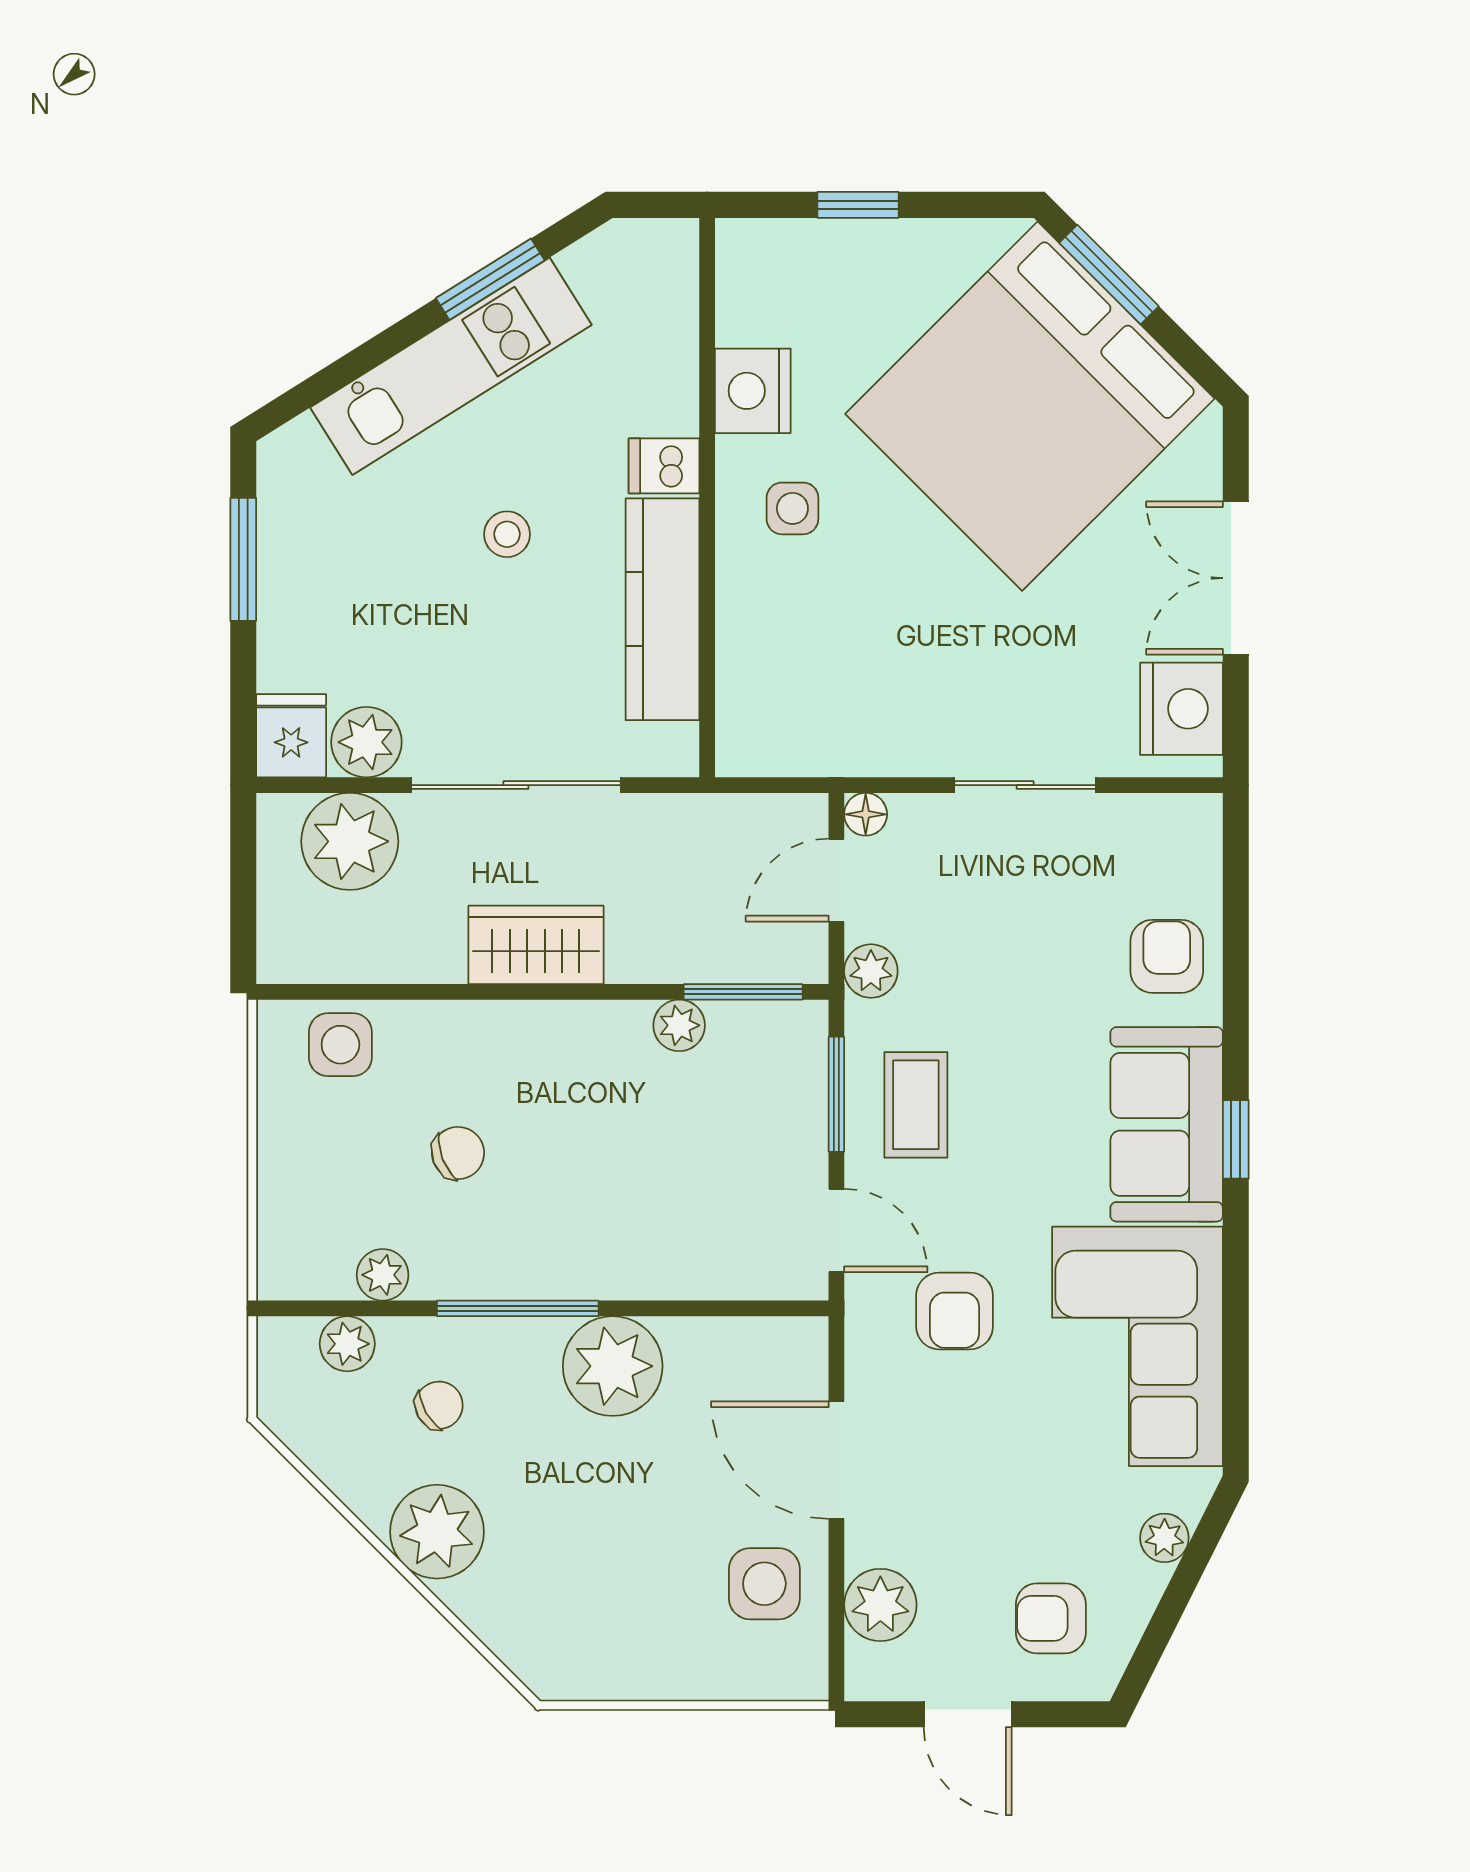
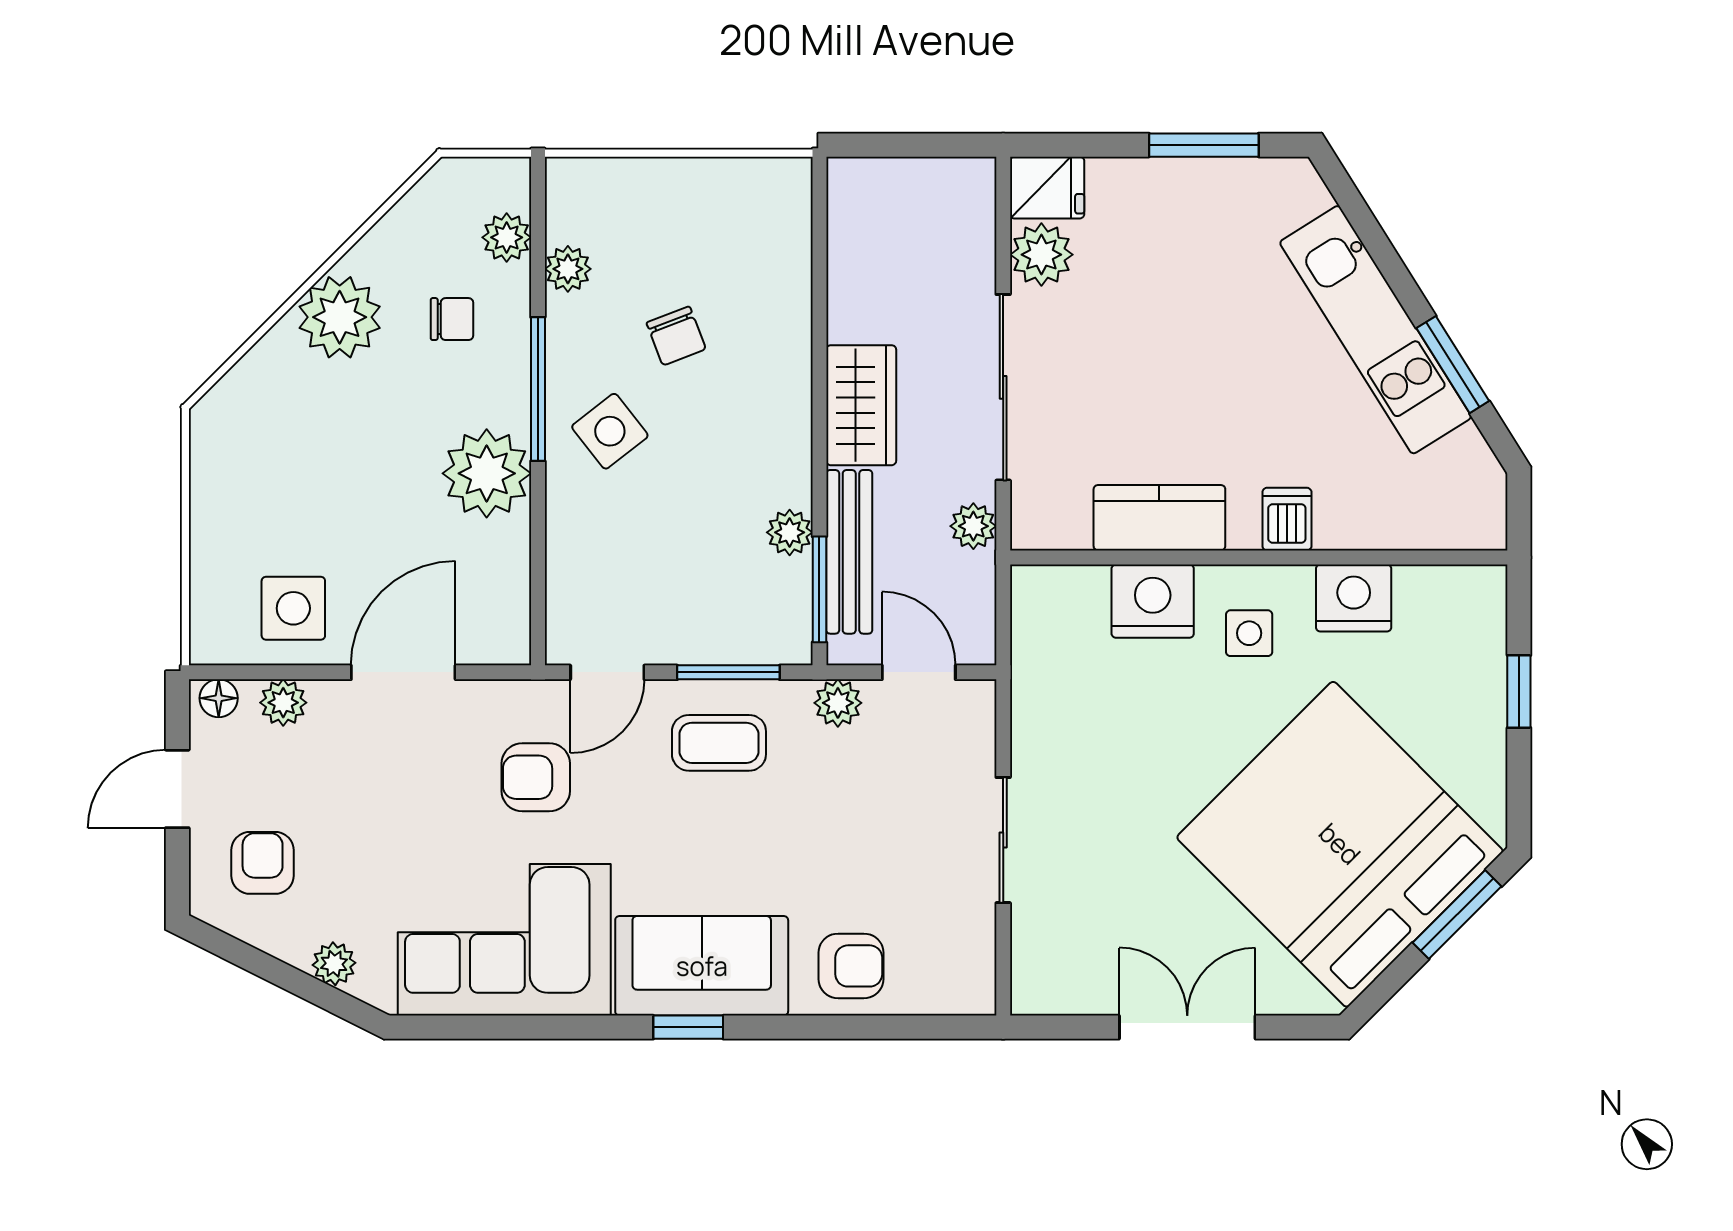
stool: (507, 534) -> (1226, 379), removed
kitchen counter: (662, 609) -> (1159, 518), width x0.67
nightstand: (1181, 709) -> (1153, 601), moved, turned 180
floor lamp: (866, 814) -> (219, 698), moved
plant: (350, 841) -> (973, 526), moved, width x0.53, depth x0.53
bench: (701, 958) -> (849, 552), added
side table: (340, 1045) -> (610, 431), moved, turned -38
chair: (439, 1405) -> (452, 319), turned -60
plant: (880, 1605) -> (283, 703), width x0.73, depth x0.73

